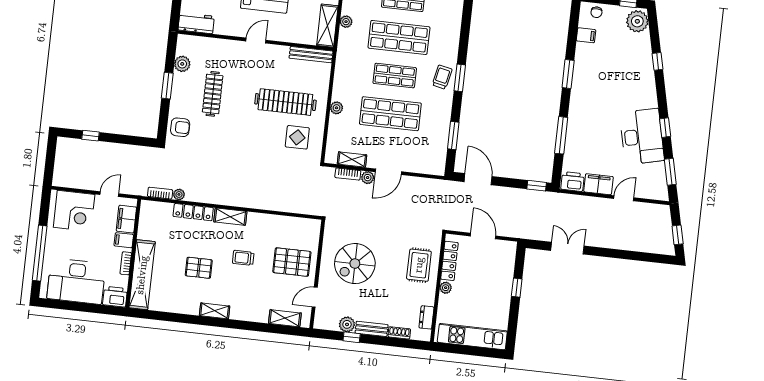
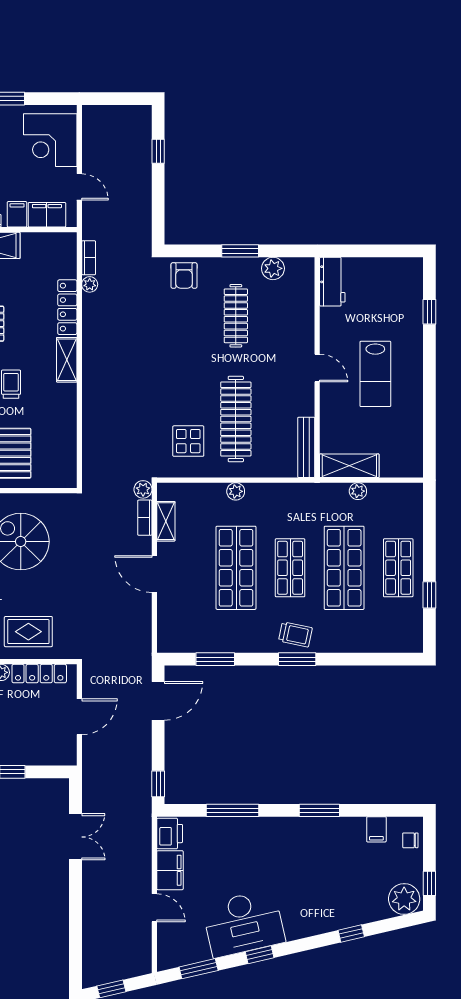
clothes rail: (213, 94) -> (236, 316), turned 90
plant: (368, 178) -> (143, 489), moved

